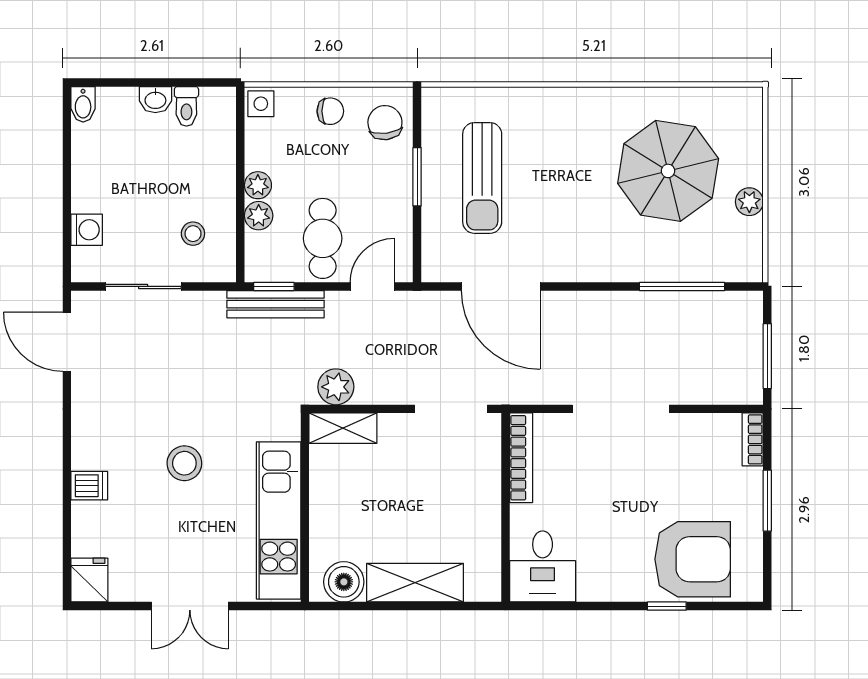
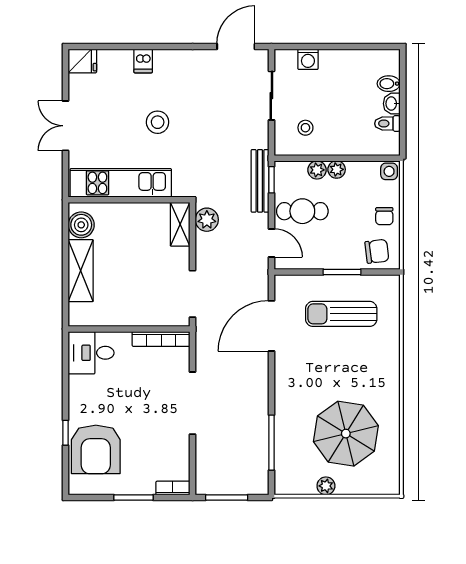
bidet: (83, 104) -> (389, 84), moved

